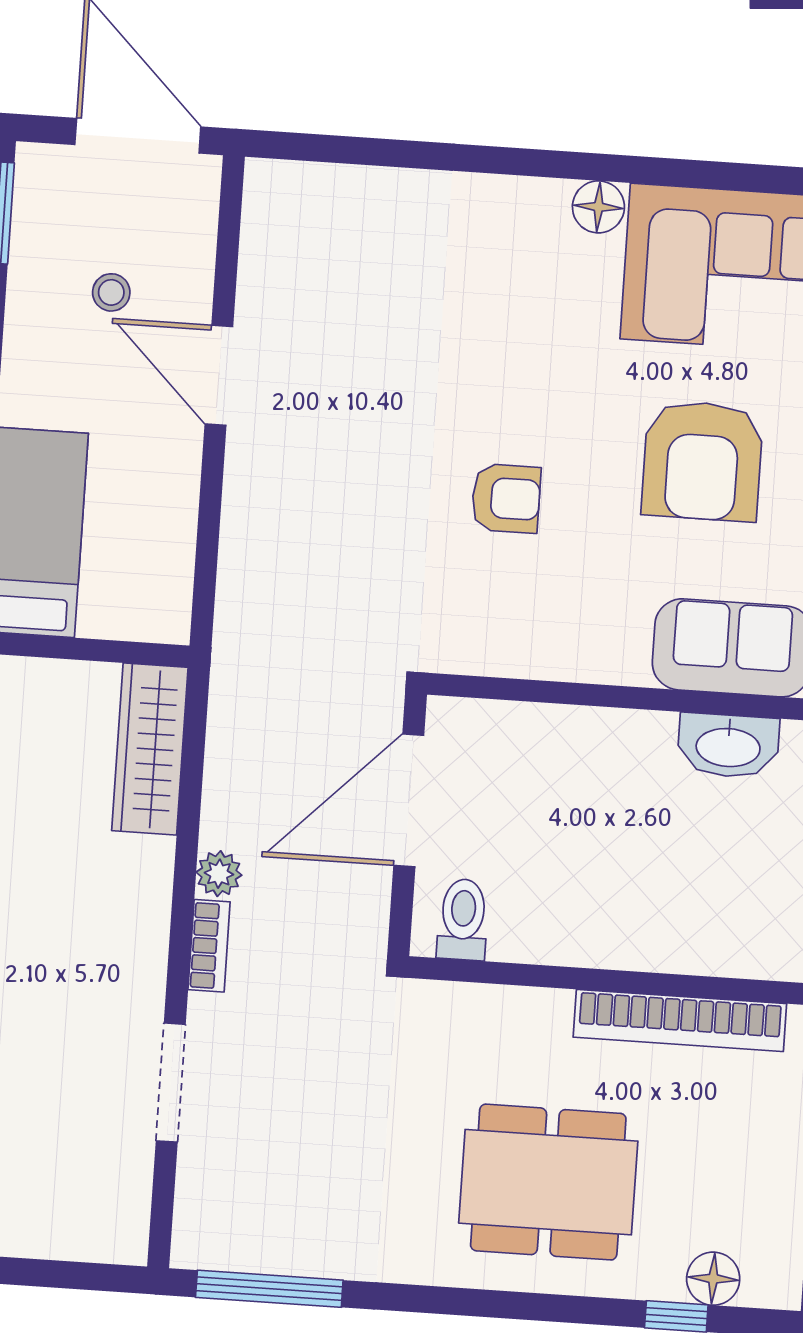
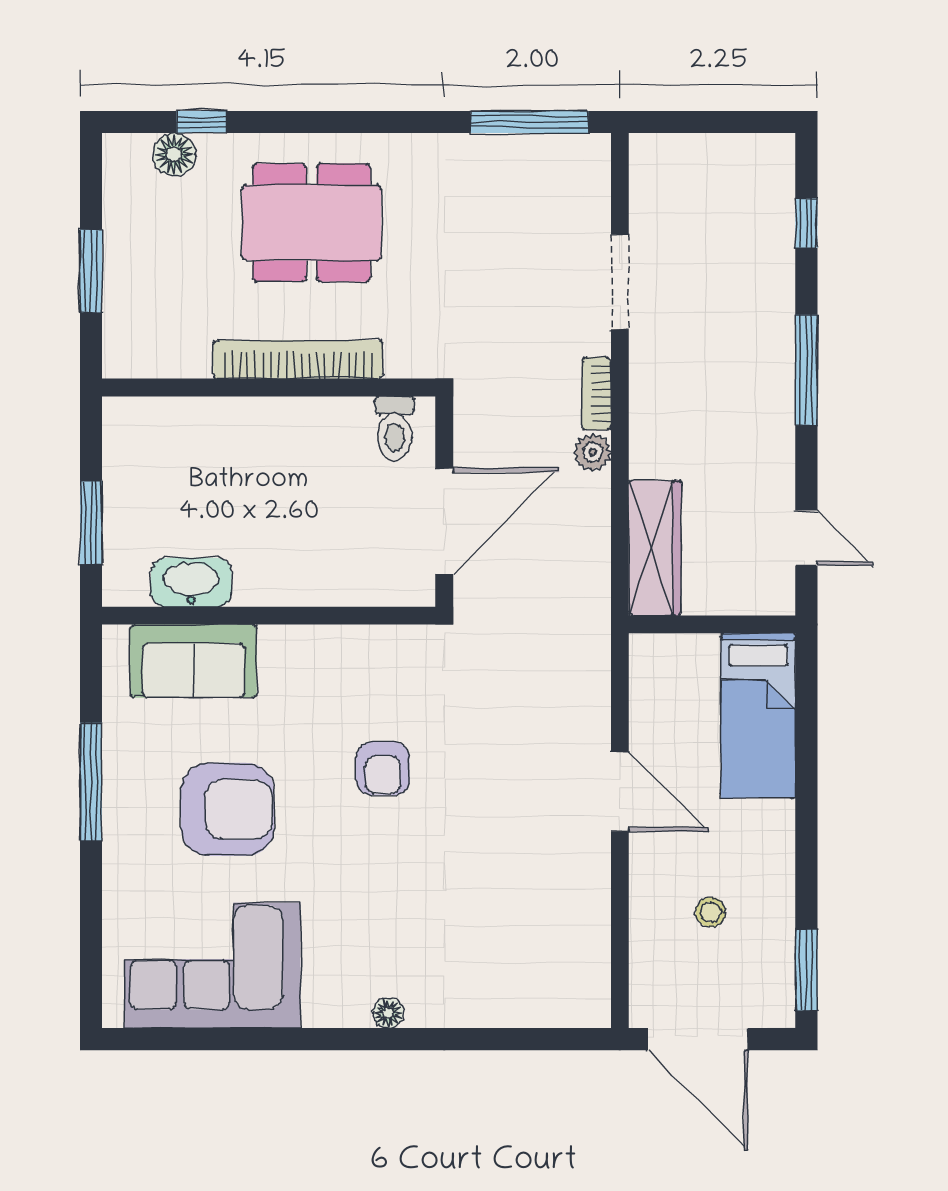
floor lamp: (598, 207) -> (388, 1013), moved, width x0.73, depth x0.73
door: (219, 375) -> (620, 792), moved
armchair: (702, 461) -> (228, 809), turned 90
armchair: (506, 498) -> (383, 769), turned -90
bookcase: (680, 1020) -> (298, 359), moved

